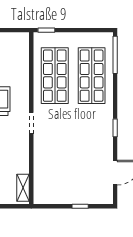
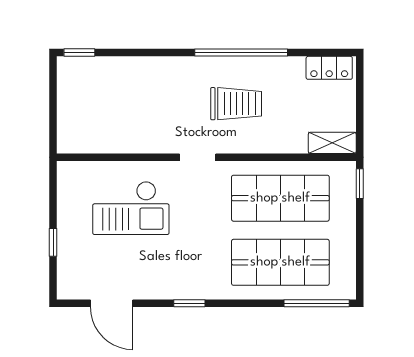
checkout: (60, 162) -> (131, 208), added
shelving: (23, 188) -> (332, 143), moved

